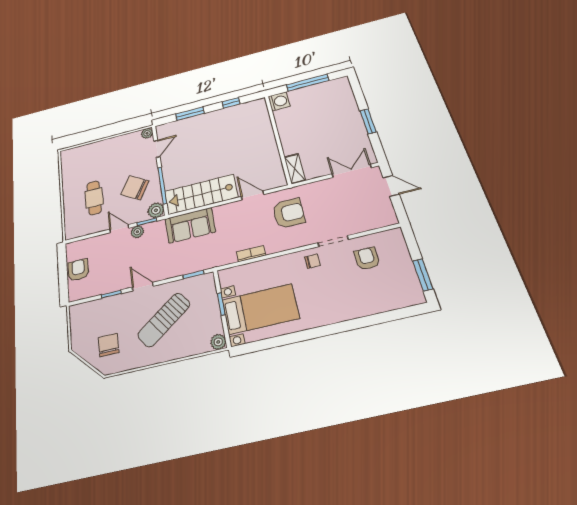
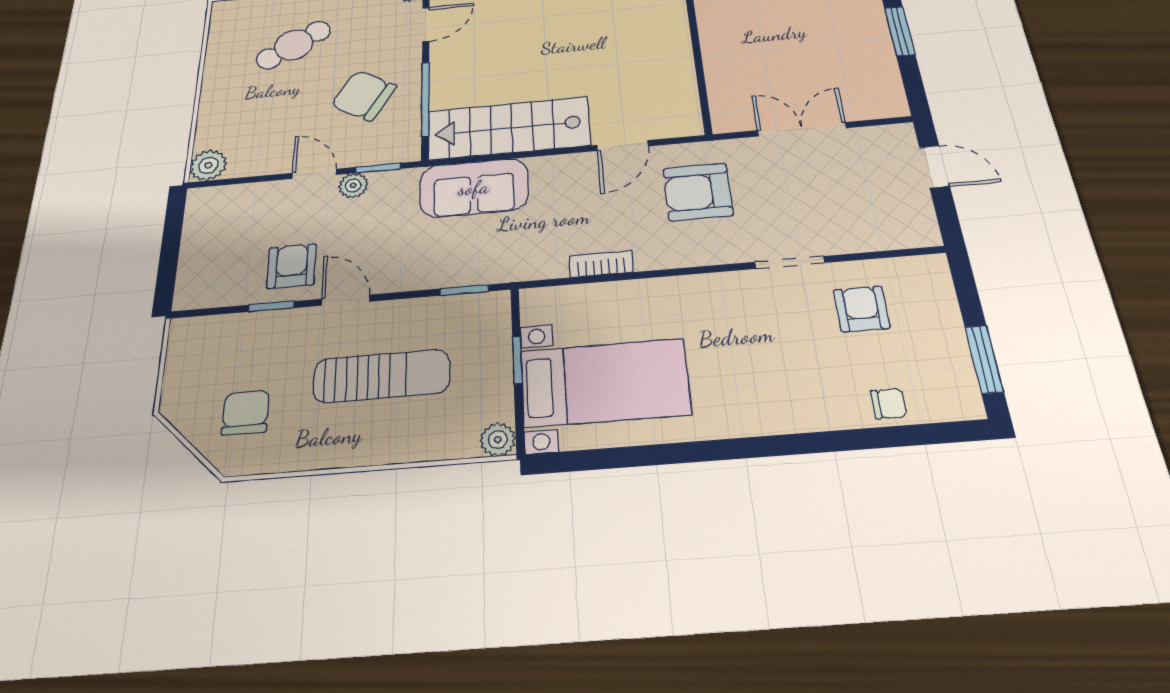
shelving: (295, 169) -> (725, 104), removed
double door: (352, 171) -> (802, 129), moved
door: (253, 195) -> (623, 146), swing flipped
cafe table: (94, 198) -> (294, 45), moved, turned 58
plant: (156, 210) -> (208, 165), moved
armchair: (289, 213) -> (698, 192), turned 180
chair: (312, 261) -> (889, 404), moved
armchair: (78, 270) -> (292, 266), moved
sun lounger: (164, 320) -> (381, 376), turned -144

